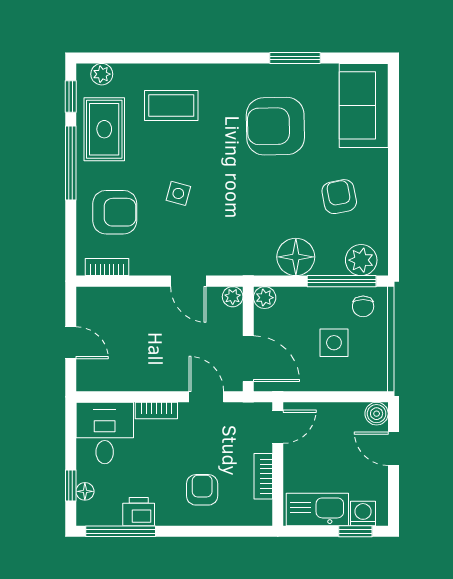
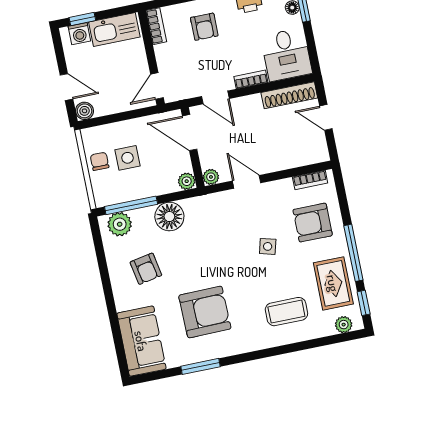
chair: (363, 306) -> (100, 161), moved
shoe rack: (112, 380) -> (289, 95), added
bookcase: (263, 476) -> (156, 26), moved

